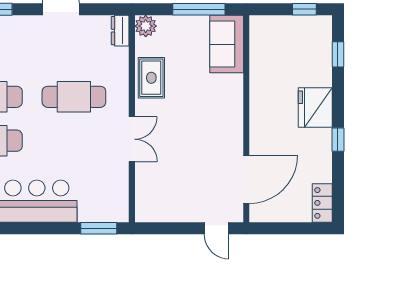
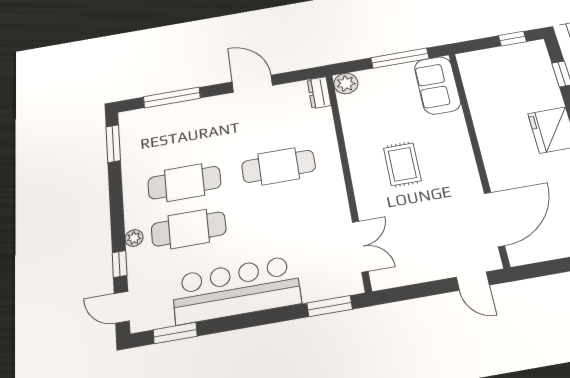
rug: (151, 78) -> (402, 164), moved
double door: (132, 139) -> (360, 246), moved

